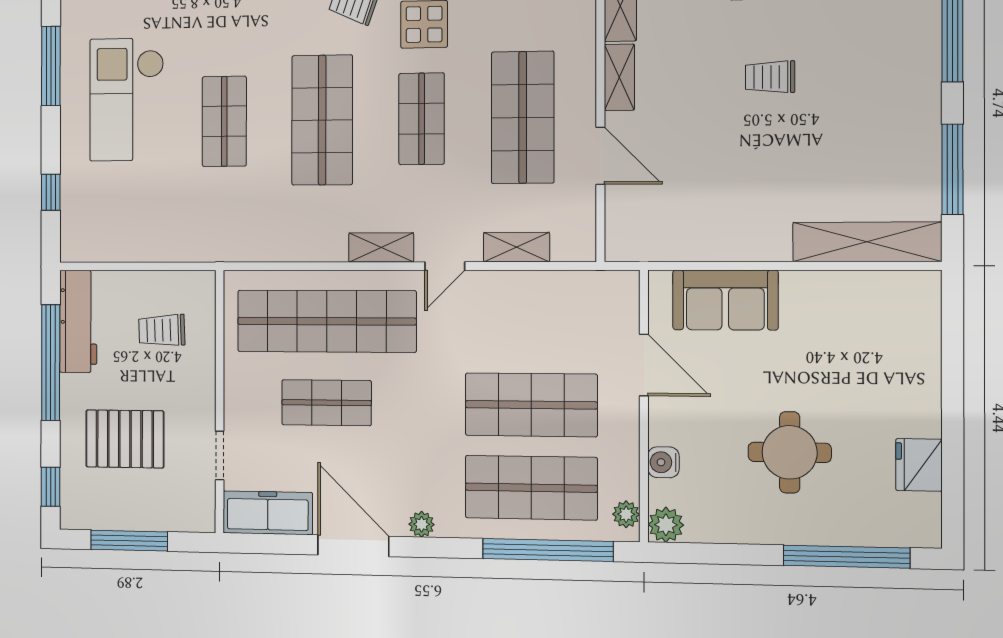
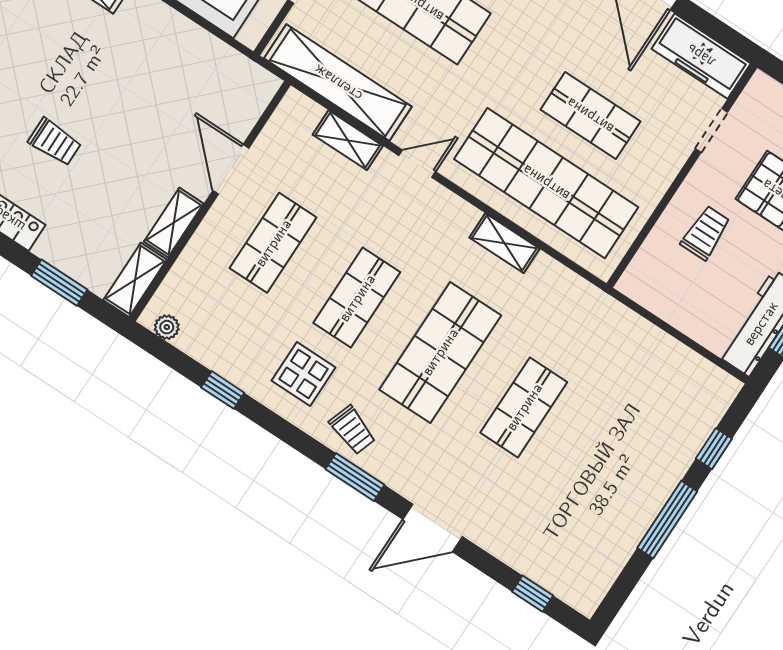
window: (51, 66) -> (667, 520), moved
checkout: (127, 100) -> (596, 483), removed
shop shelf: (523, 117) -> (273, 243), width x0.70, depth x0.74
shelving: (381, 247) -> (504, 243), moved
shelving: (557, 291) -> (338, 83), added
trolley: (162, 330) -> (706, 233), moved, turned -88

